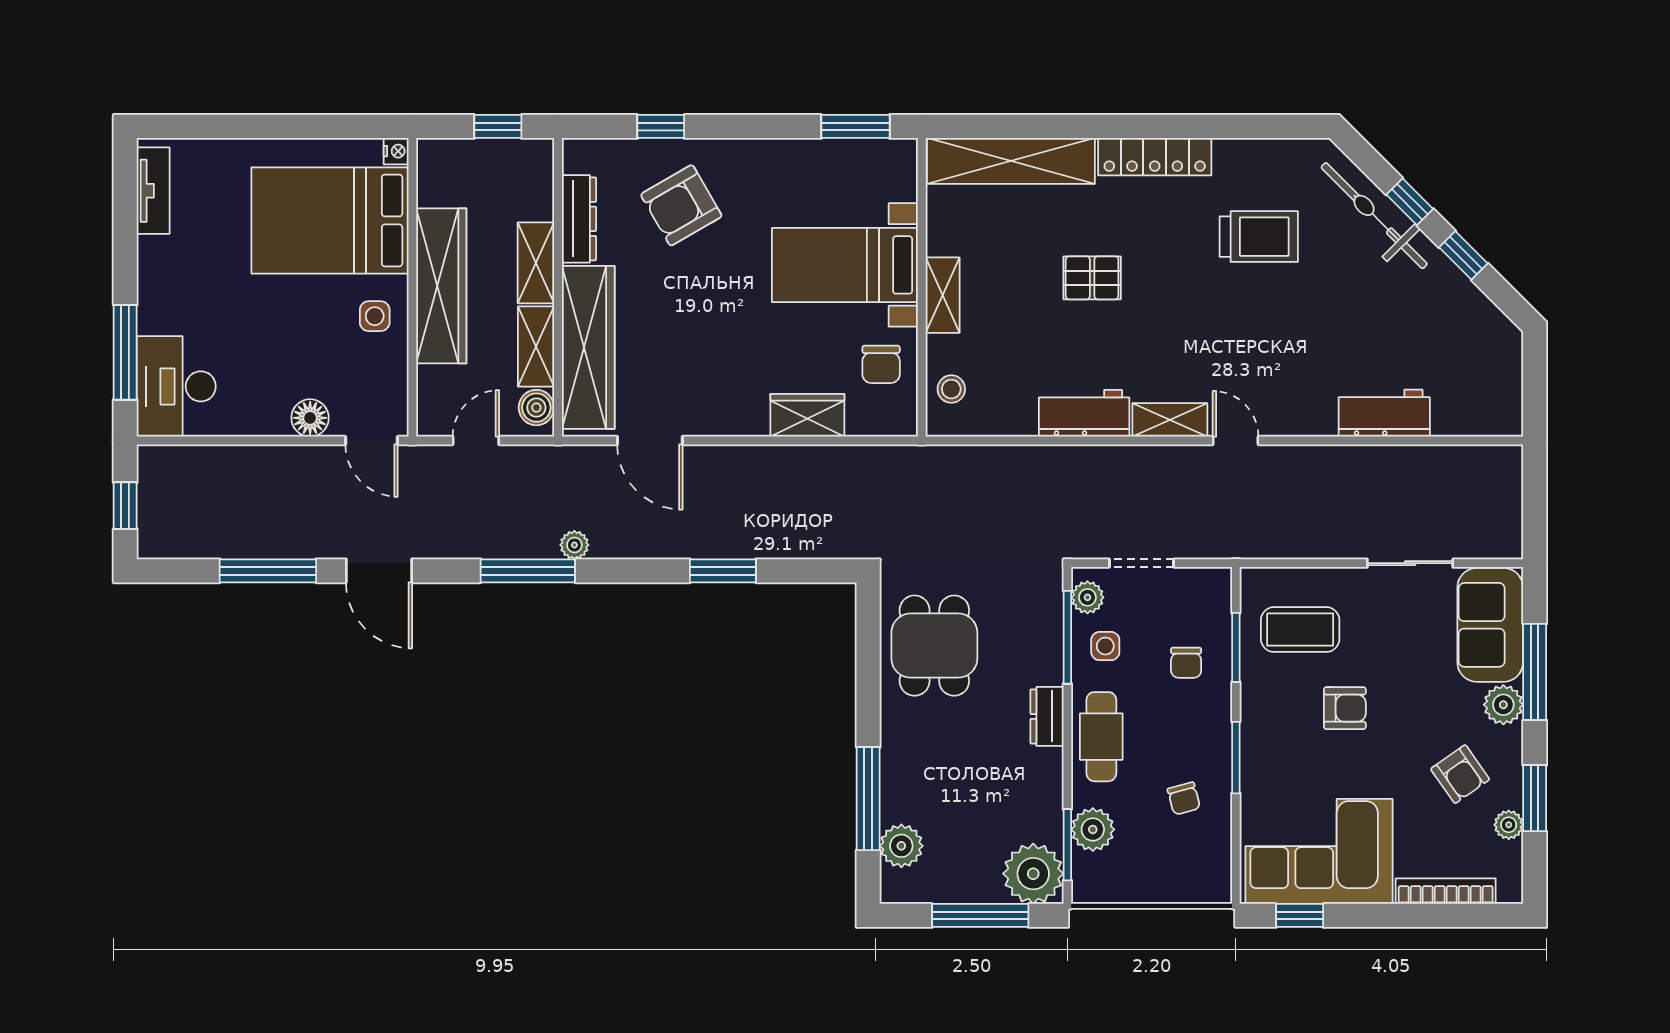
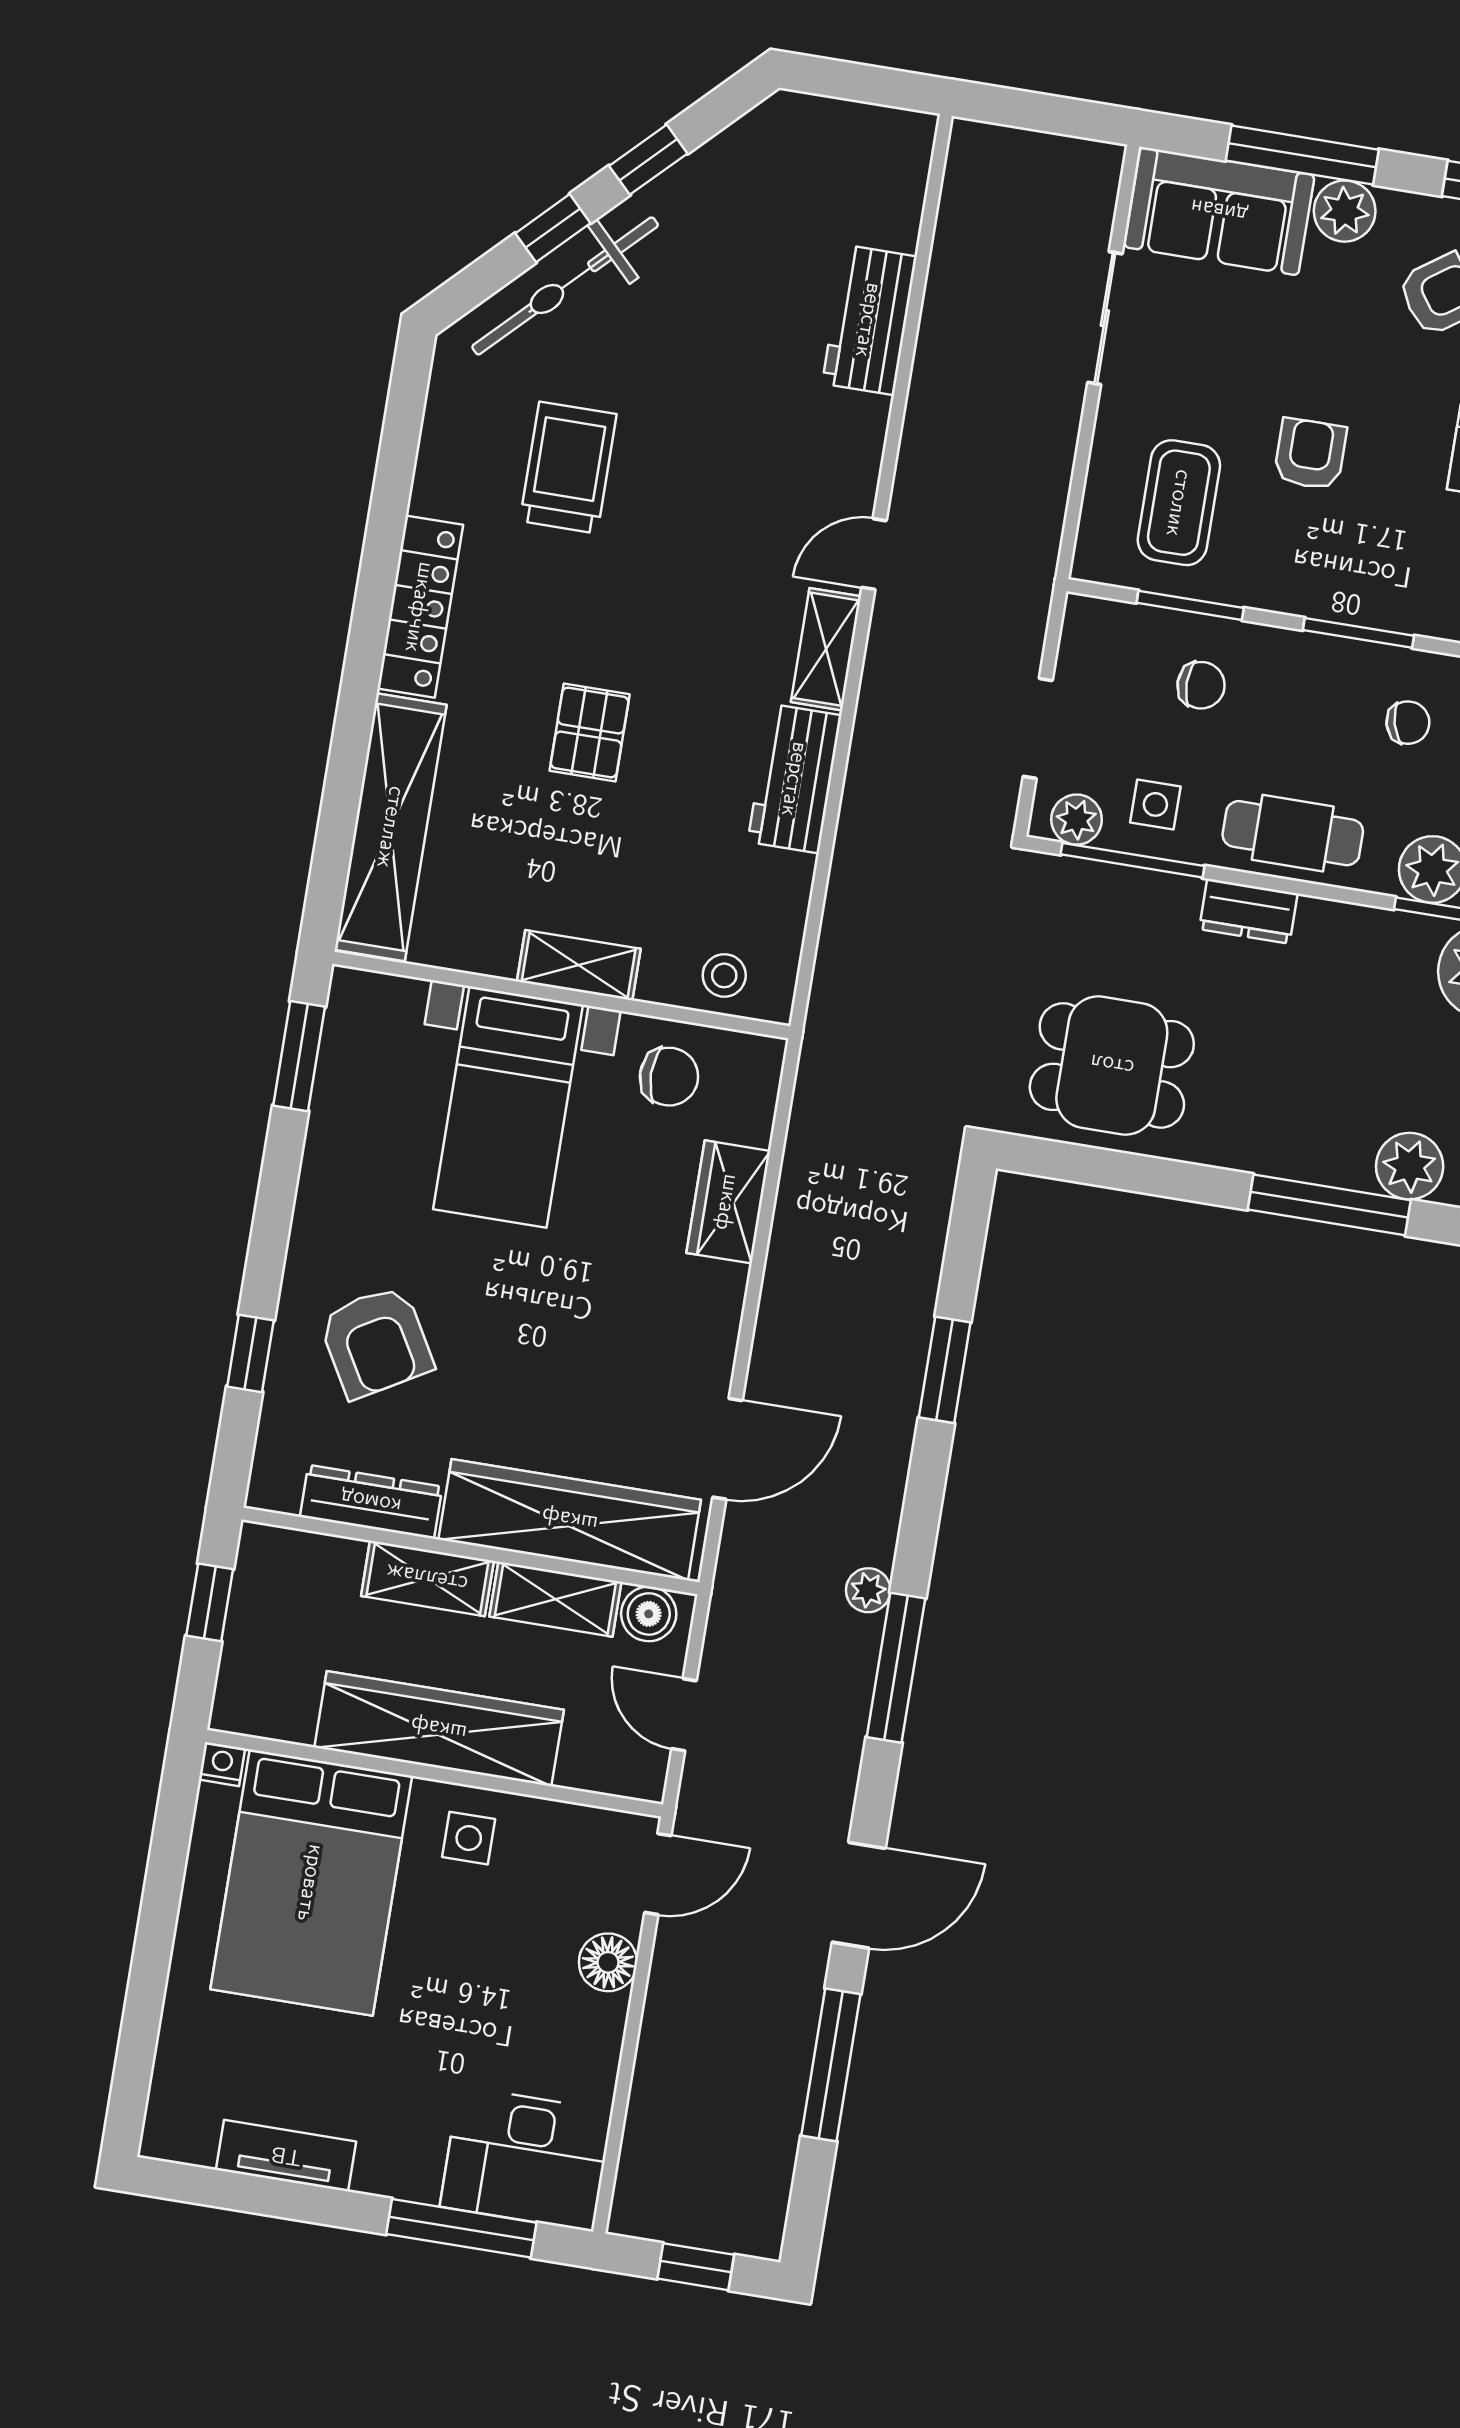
tv unit: (153, 191) -> (286, 2156), moved

